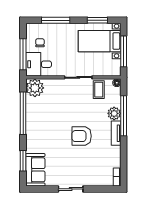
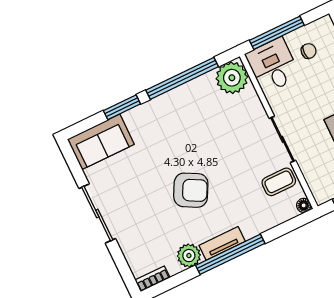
plant: (114, 113) -> (189, 256), moved
window: (124, 116) -> (230, 254), moved
armchair: (82, 136) -> (191, 190), turned 118
window: (23, 161) -> (122, 107), moved
sliding door: (71, 189) -> (97, 214), width x1.37

